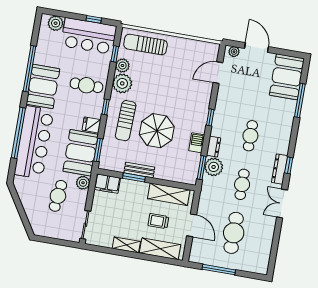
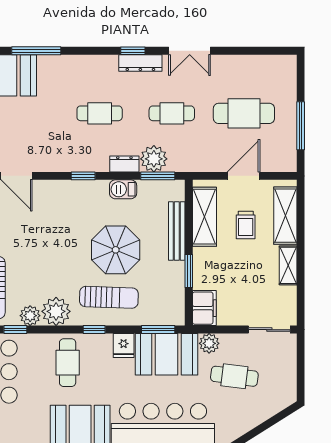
bench: (139, 170) -> (177, 231), moved, width x1.36

